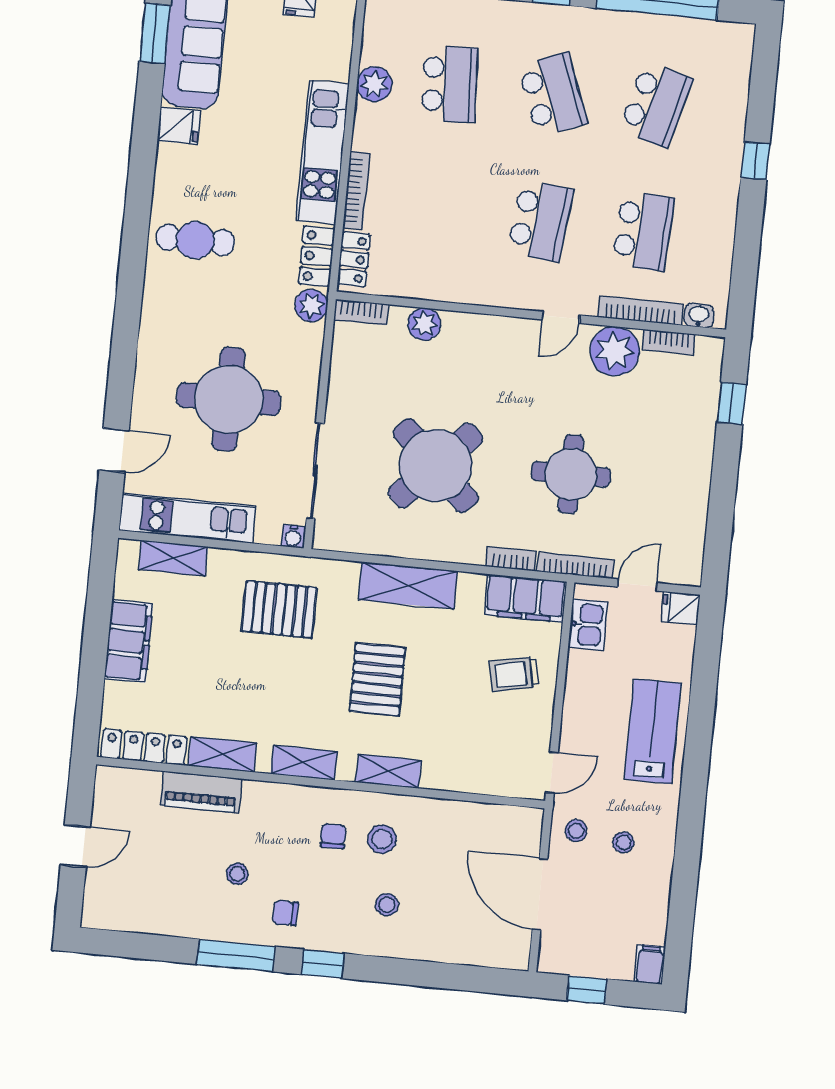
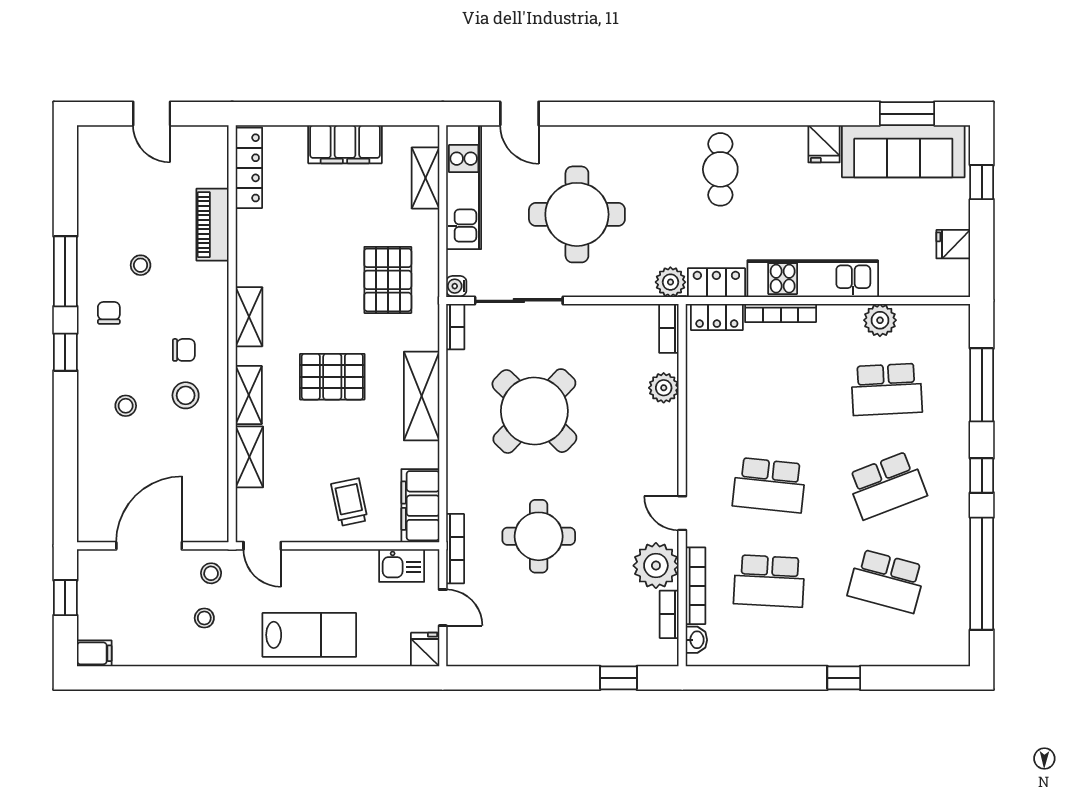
bookcase: (511, 559) -> (455, 327), moved
shelving: (223, 754) -> (249, 457), moved

